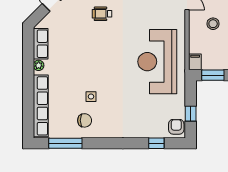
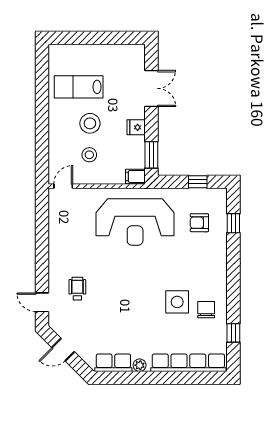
wheelchair: (102, 14) -> (77, 289), turned 180
side table: (91, 97) -> (177, 302), width x1.87, depth x1.87
armchair: (176, 127) -> (199, 223), moved
window: (65, 143) -> (233, 333), width x0.46

